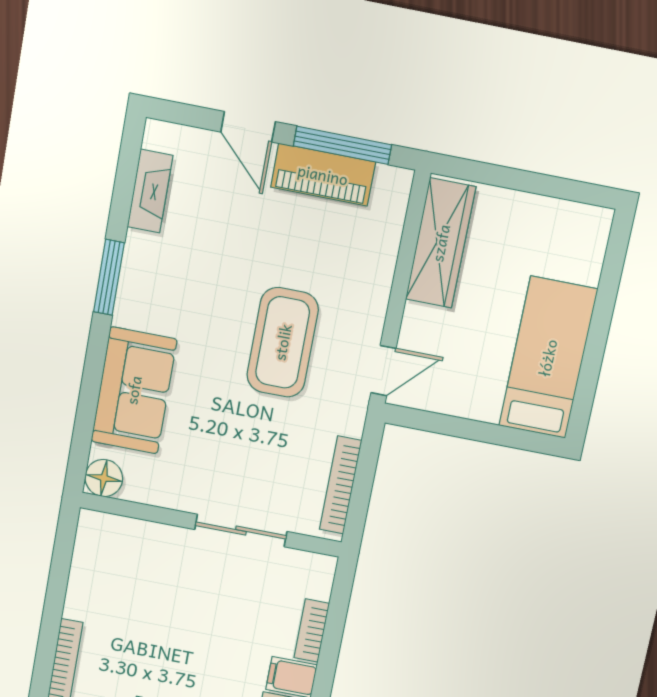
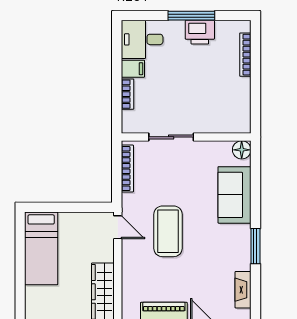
door: (383, 371) -> (118, 227), swing flipped

